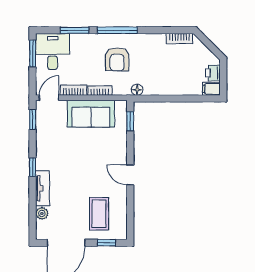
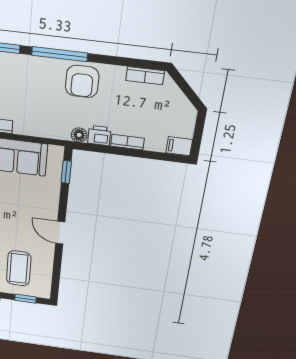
armchair: (117, 59) -> (82, 82), moved
printer: (213, 73) -> (99, 136), moved, turned 90
bookcase: (100, 91) -> (127, 142), moved

